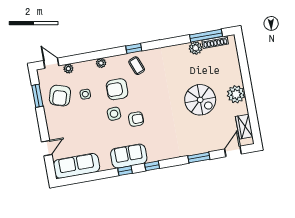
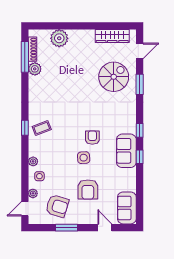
armchair: (117, 89) -> (88, 190), moved
side table: (85, 94) -> (39, 176), moved
plant: (236, 94) -> (59, 38), moved
window: (37, 96) -> (67, 228), moved
spiral stairs: (200, 100) -> (114, 77), moved
wardrobe: (244, 127) -> (112, 36), width x1.50
door: (233, 151) -> (140, 51), swing flipped
sofa: (77, 166) -> (127, 208), width x0.73

